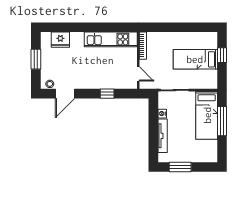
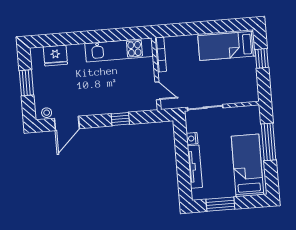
bed: (195, 59) -> (227, 46), moved
bed: (207, 115) -> (247, 165), moved, turned 180

